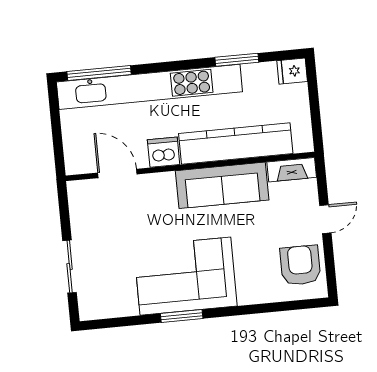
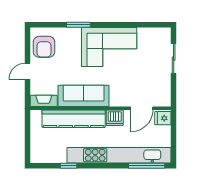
window: (237, 60) -> (69, 166), width x0.67
fridge: (292, 71) -> (163, 118), moved, turned 180
door: (117, 173) -> (142, 108), hinge flipped
window: (182, 316) -> (78, 25), moved

